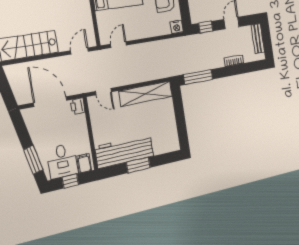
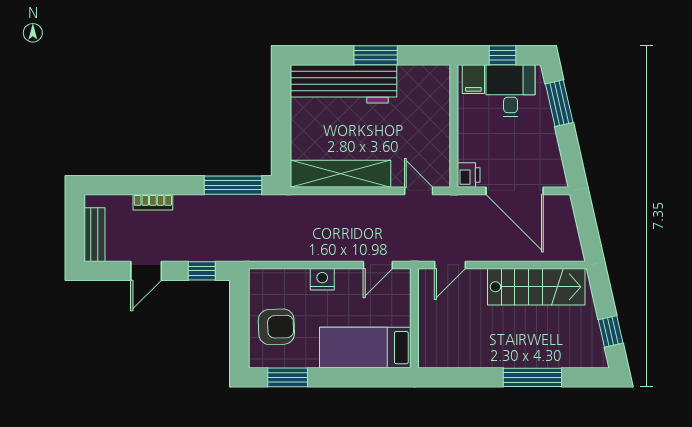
nightstand: (177, 27) -> (322, 279), moved
workbench: (125, 151) -> (344, 84), moved

